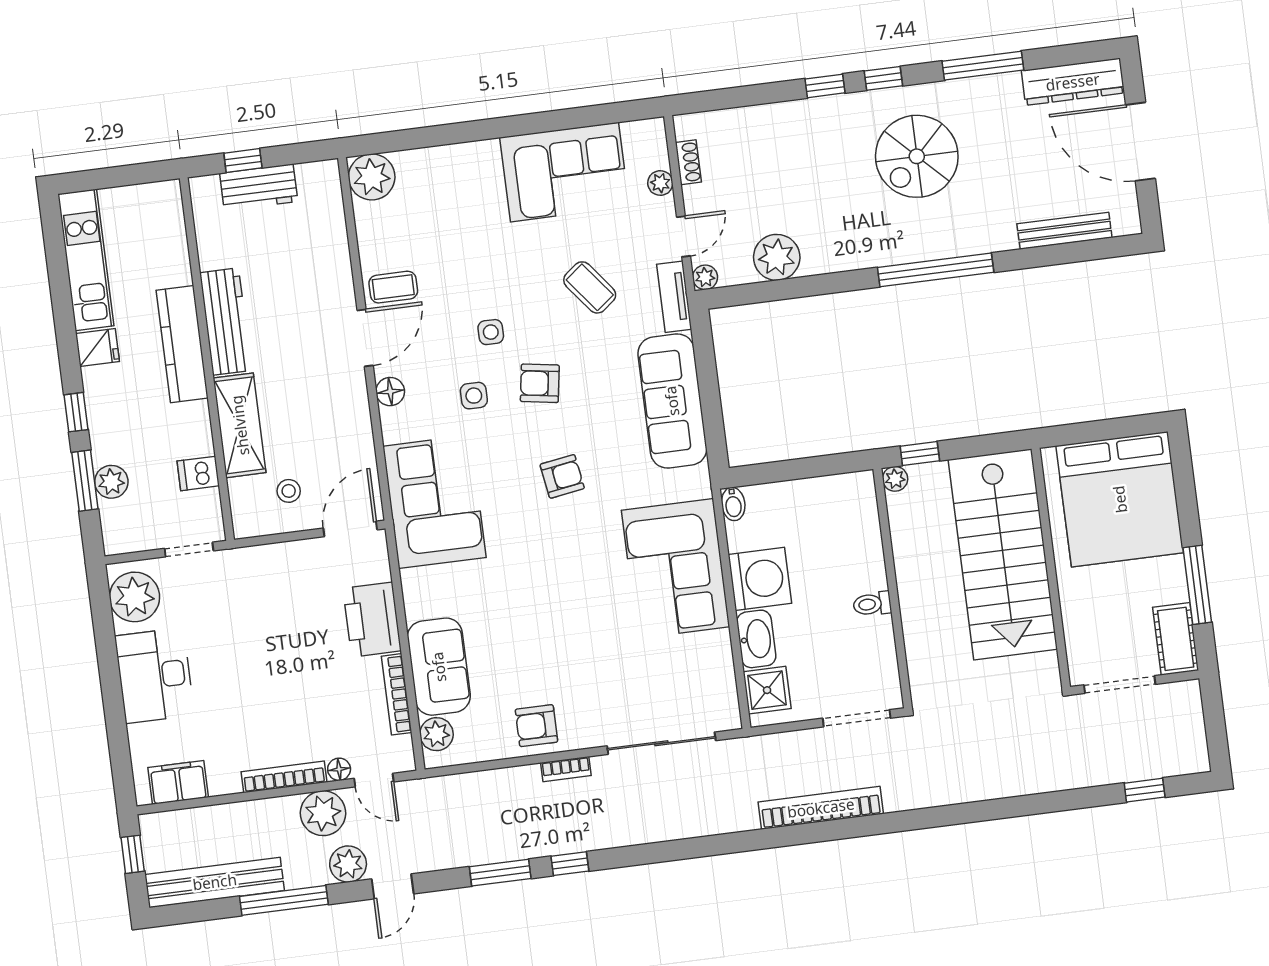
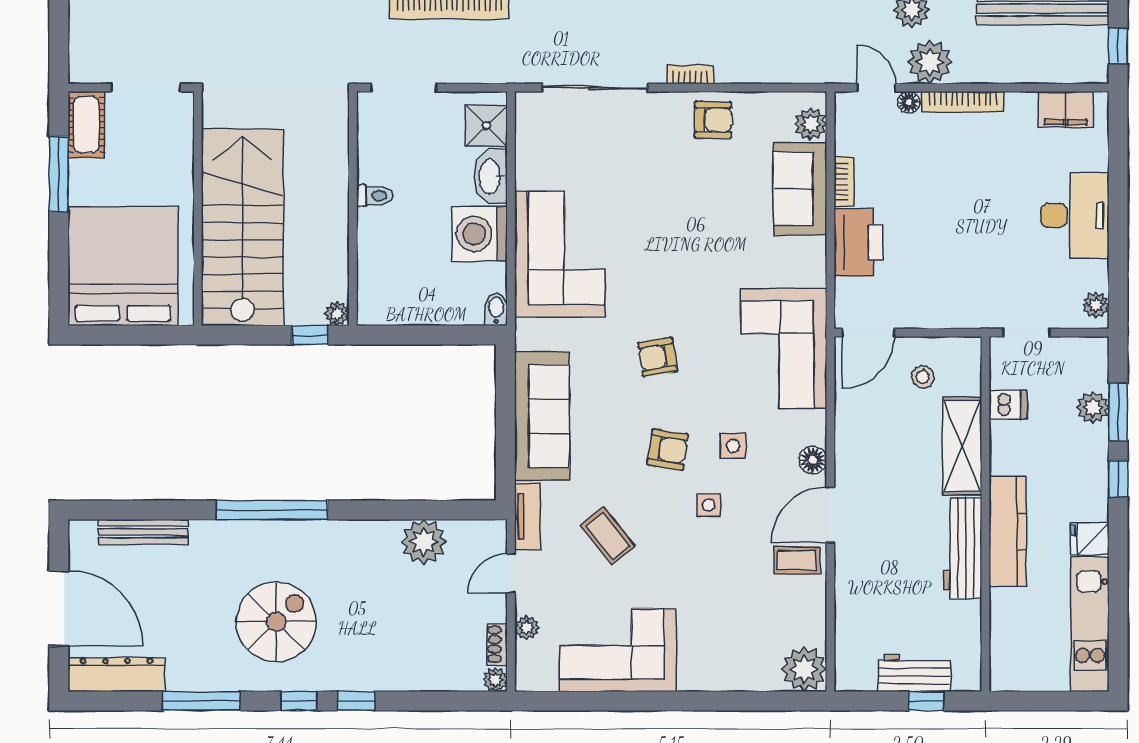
plant: (705, 277) -> (495, 680), moved
plant: (135, 597) -> (1096, 305), width x0.53, depth x0.53
bookcase: (397, 694) -> (844, 181), width x0.64

